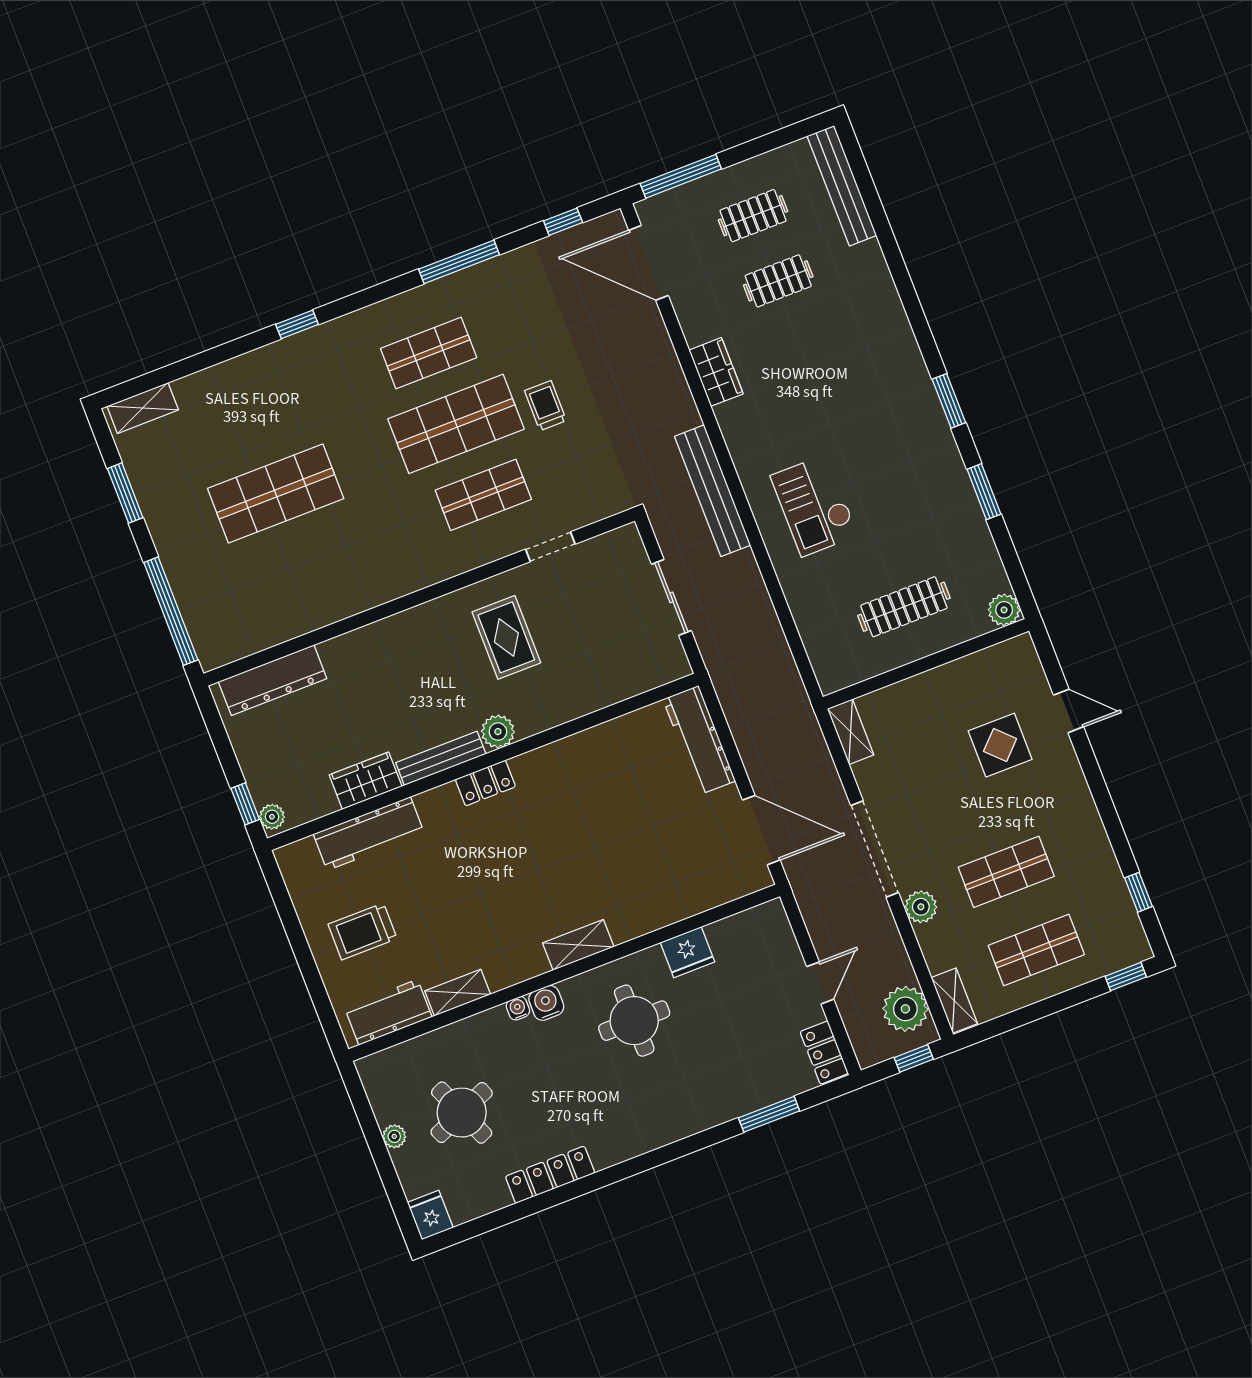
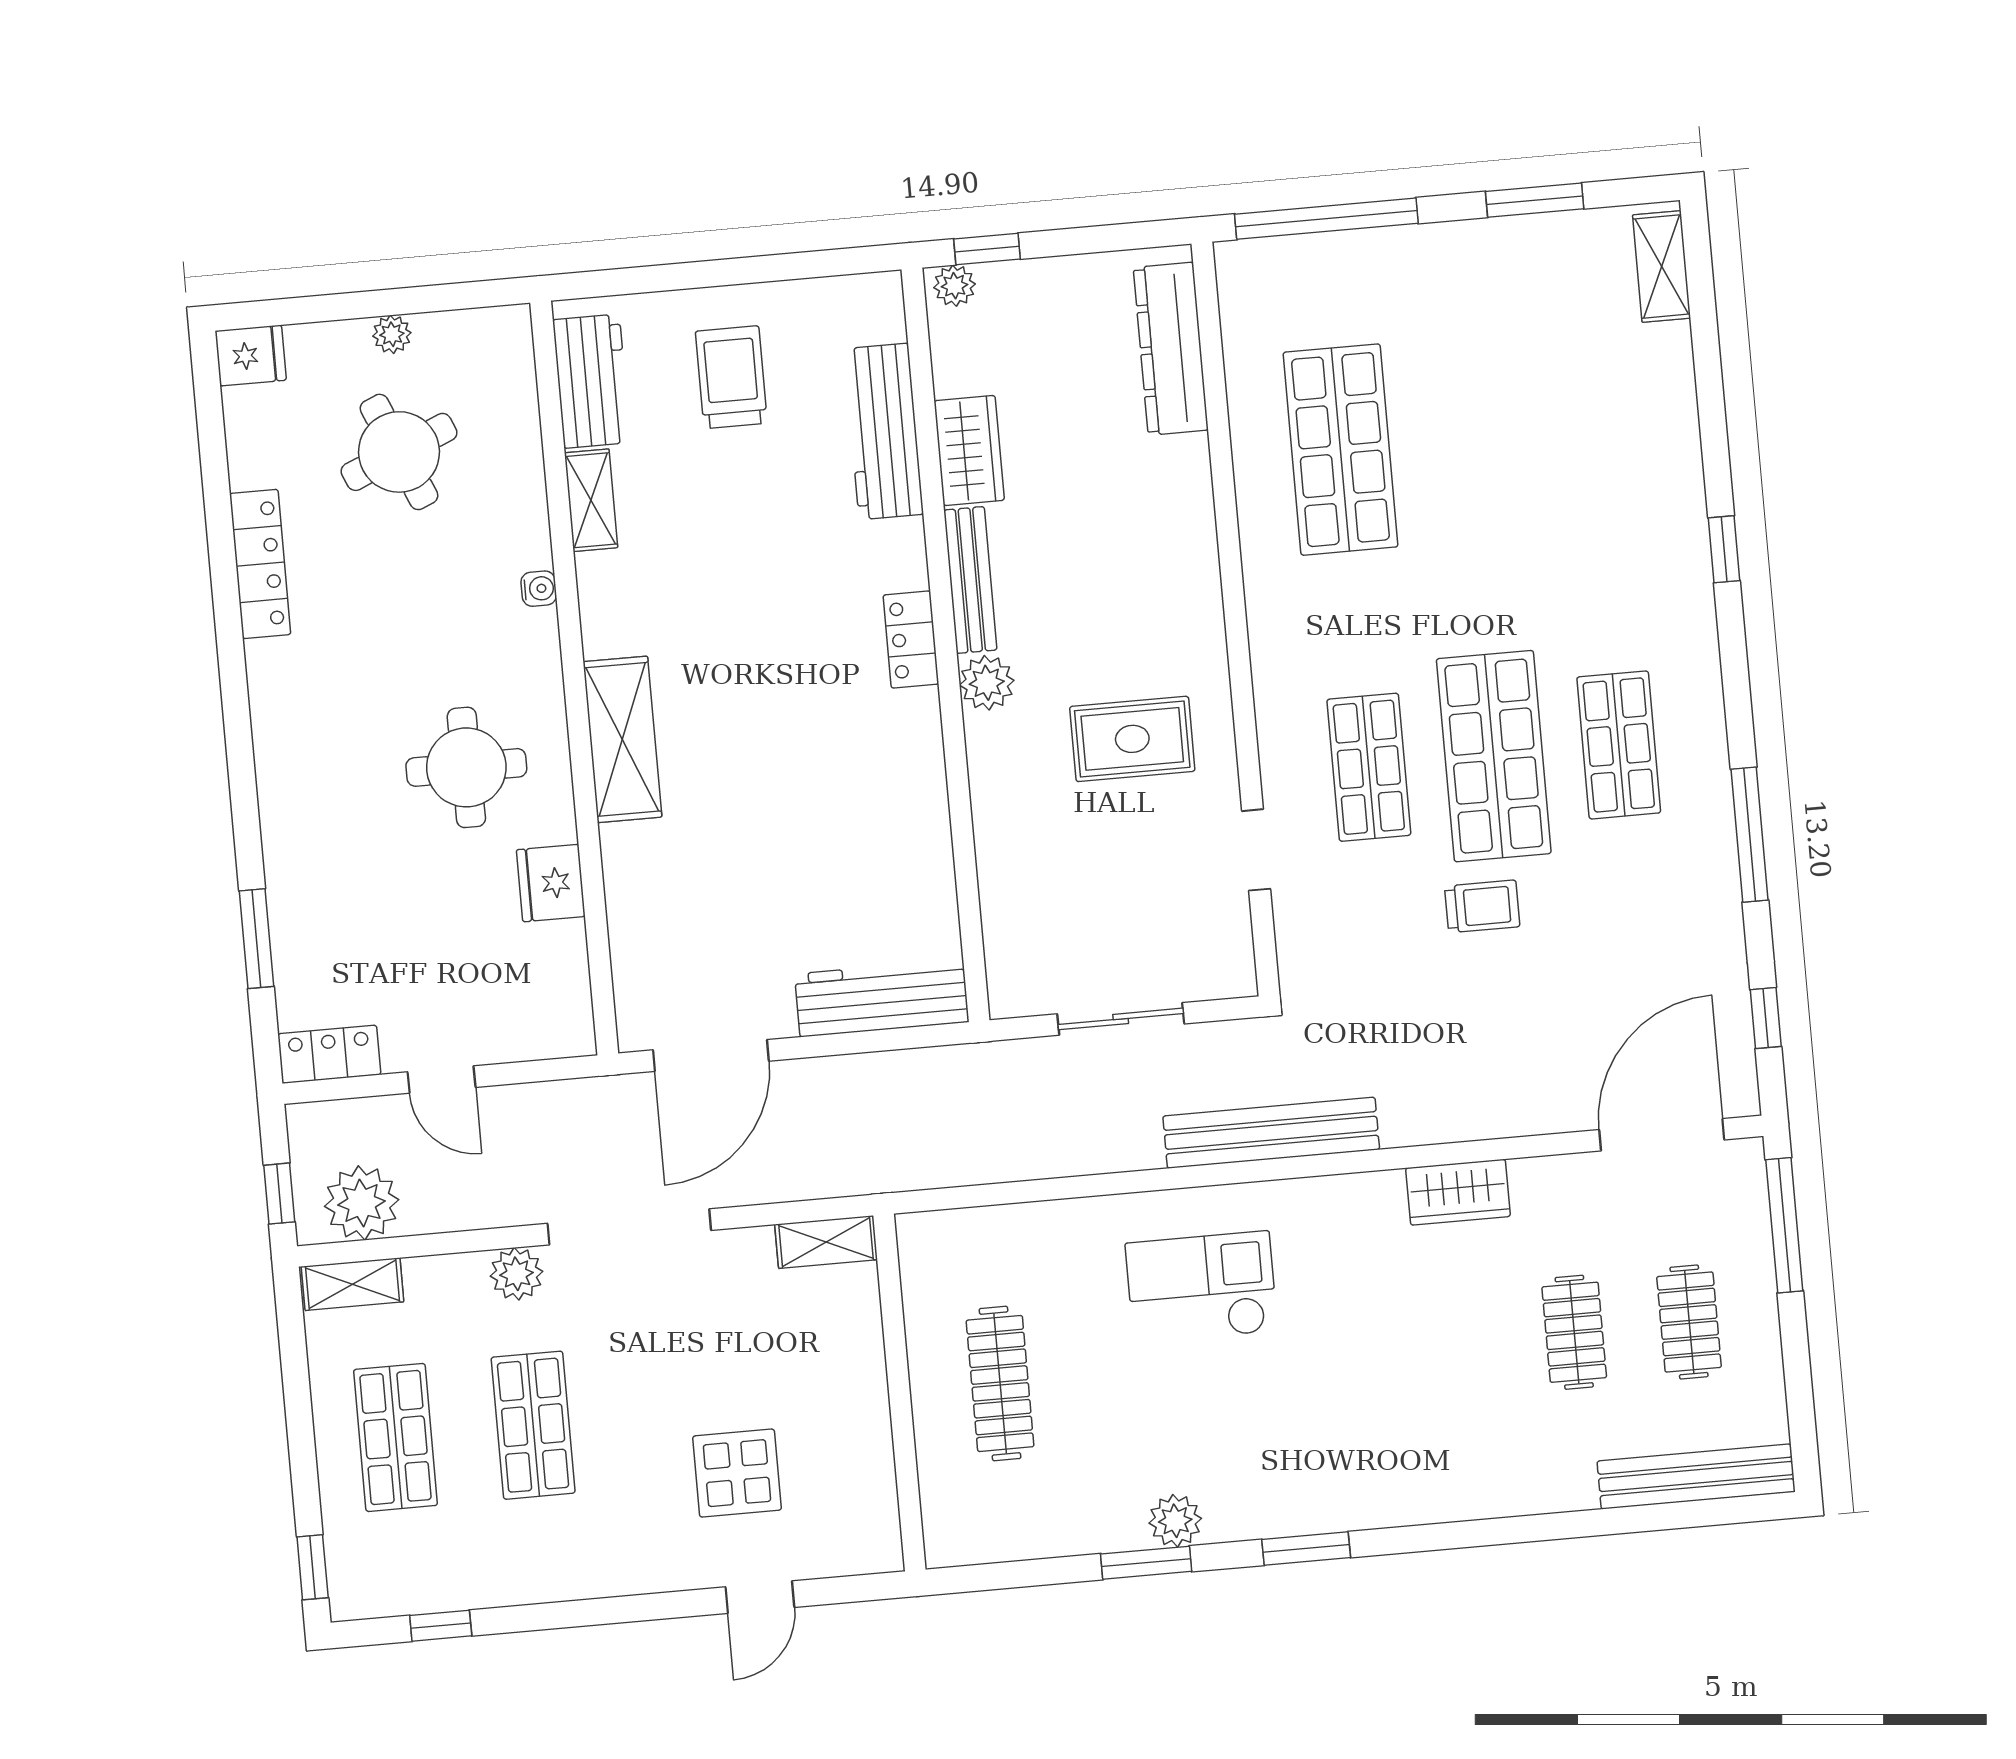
shop shelf: (276, 494) -> (1340, 450), moved
plant: (1004, 610) -> (1175, 1521), moved
shelving: (578, 945) -> (622, 739), width x1.50, depth x1.33
water cooler: (546, 1003) -> (534, 636), removed

